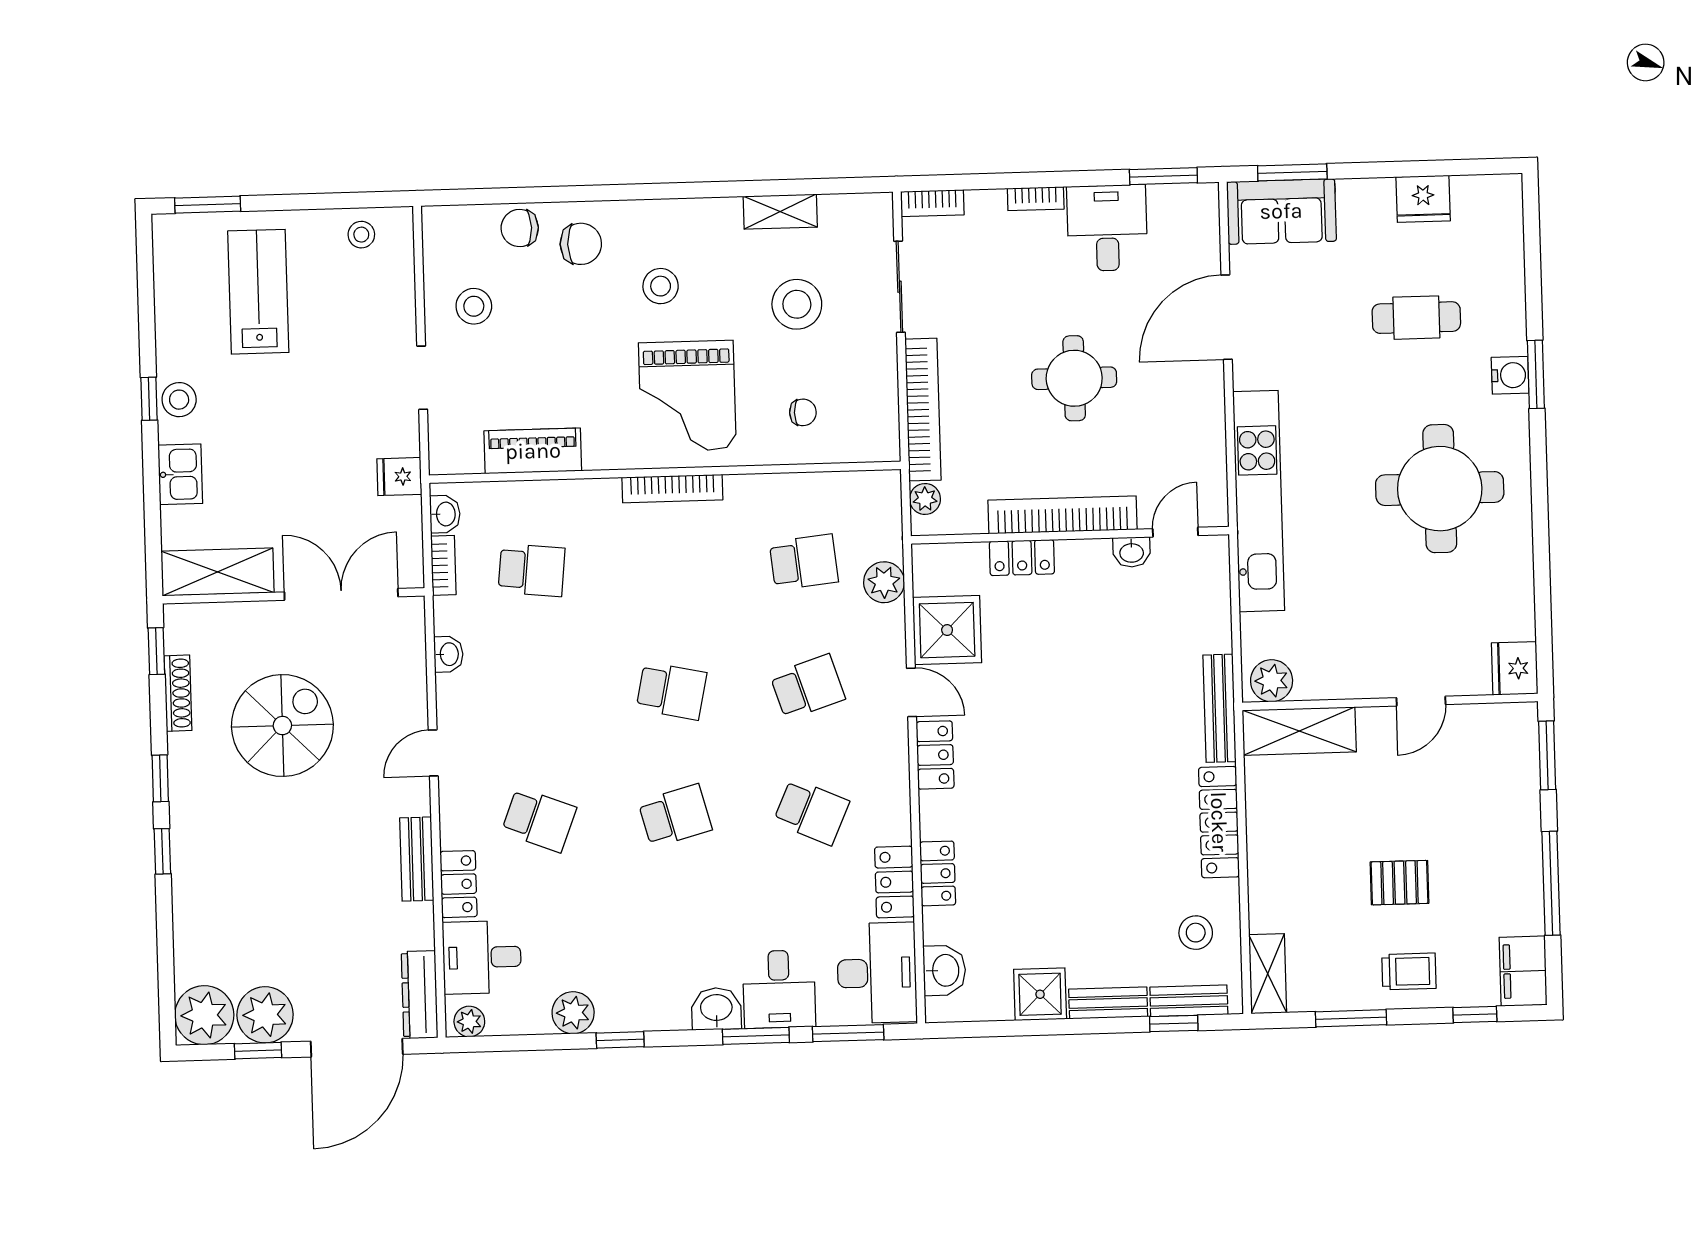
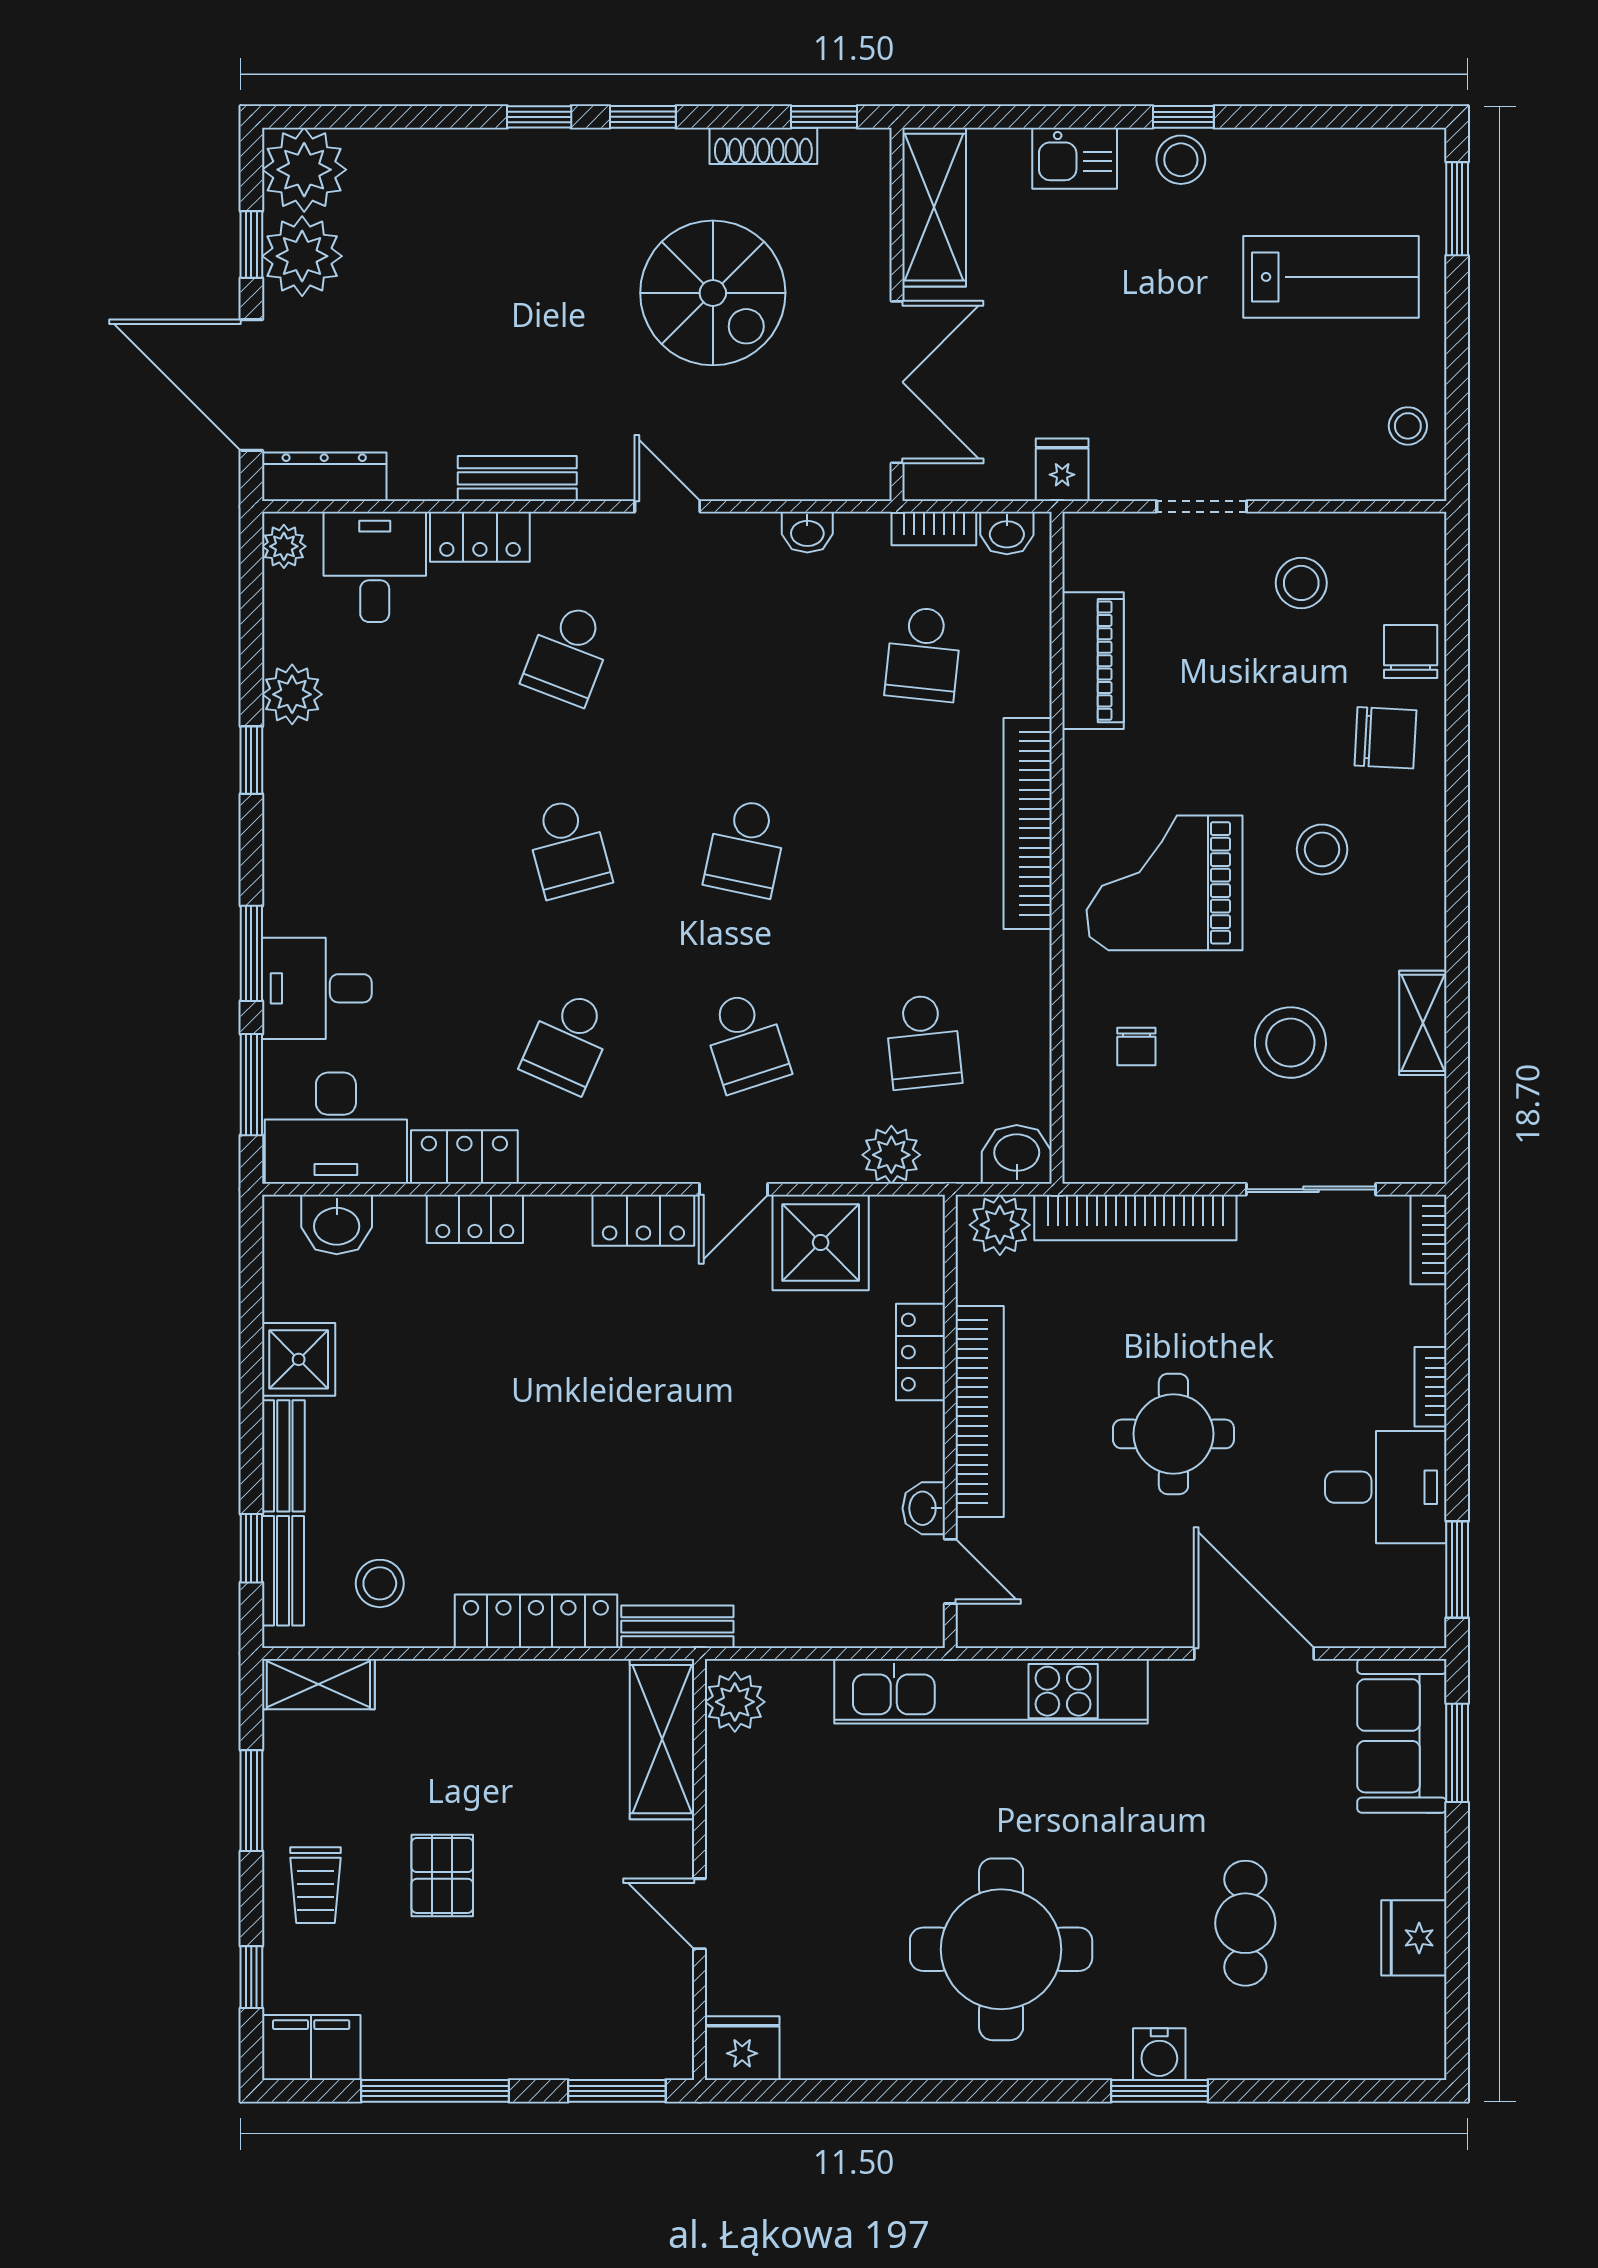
chair: (581, 244) -> (1385, 738), turned -87
bookcase: (672, 489) -> (1028, 823), width x1.48, depth x1.31
plant: (925, 499) -> (1000, 1225), width x1.38, depth x1.38
bench: (1219, 708) -> (677, 1627), width x0.73
washbasin: (716, 1009) -> (1017, 1154), moved, turned -90

